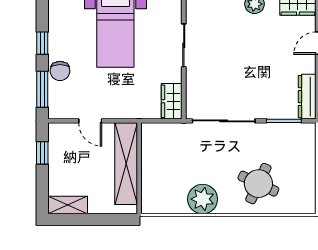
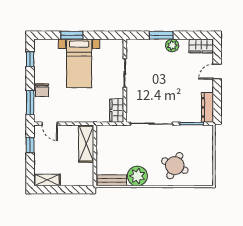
window: (42, 43) -> (30, 59), moved
door: (90, 121) -> (50, 124), moved
shelving: (126, 164) -> (86, 144), width x0.68
bench: (164, 206) -> (112, 180), added

